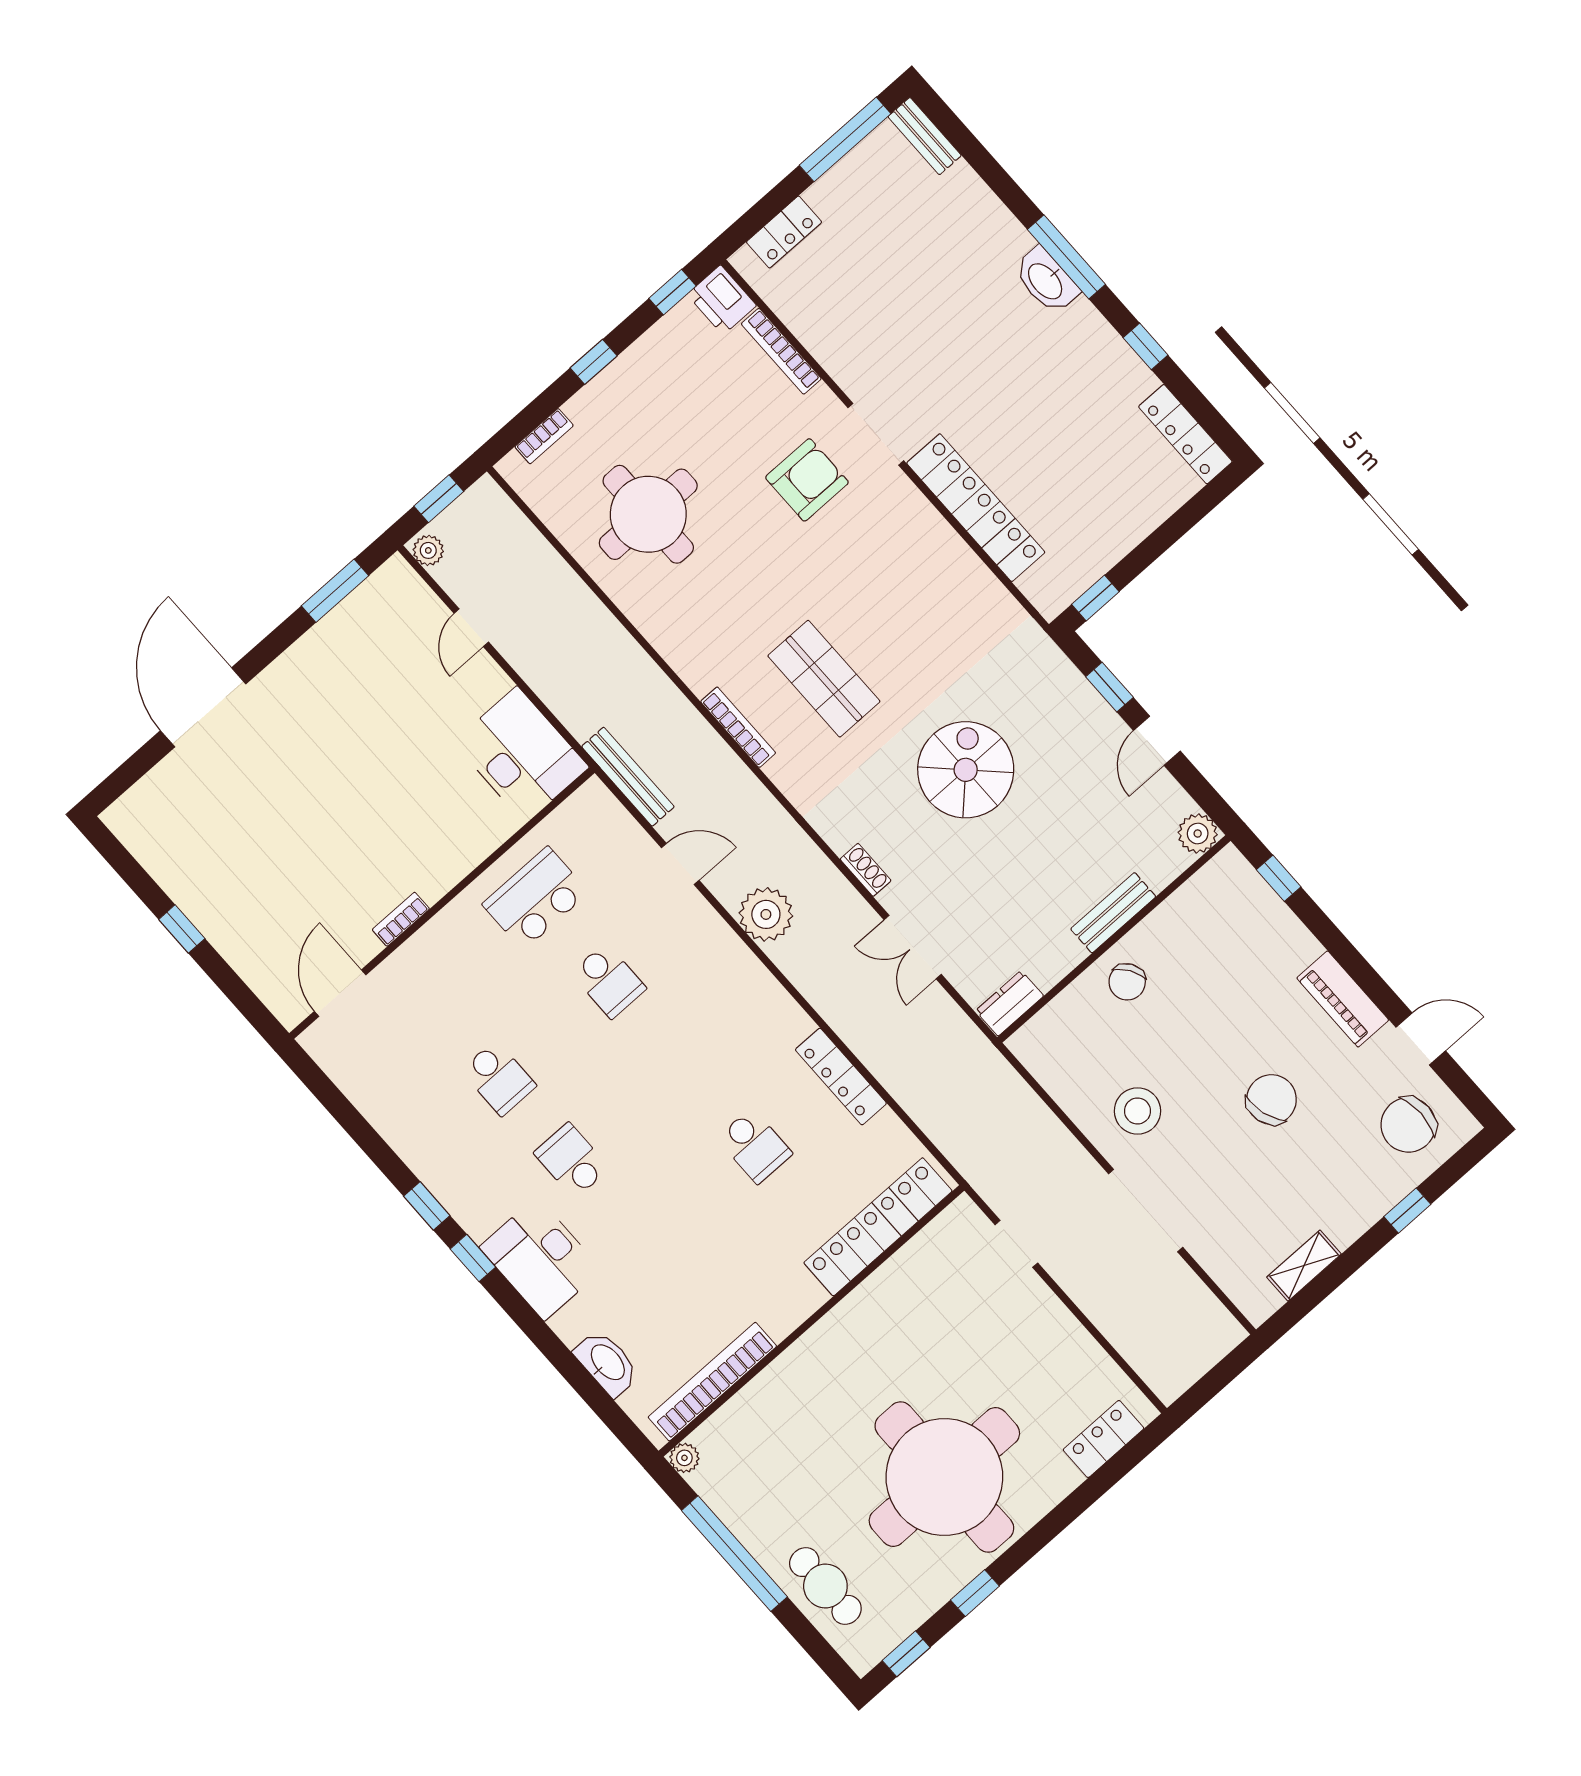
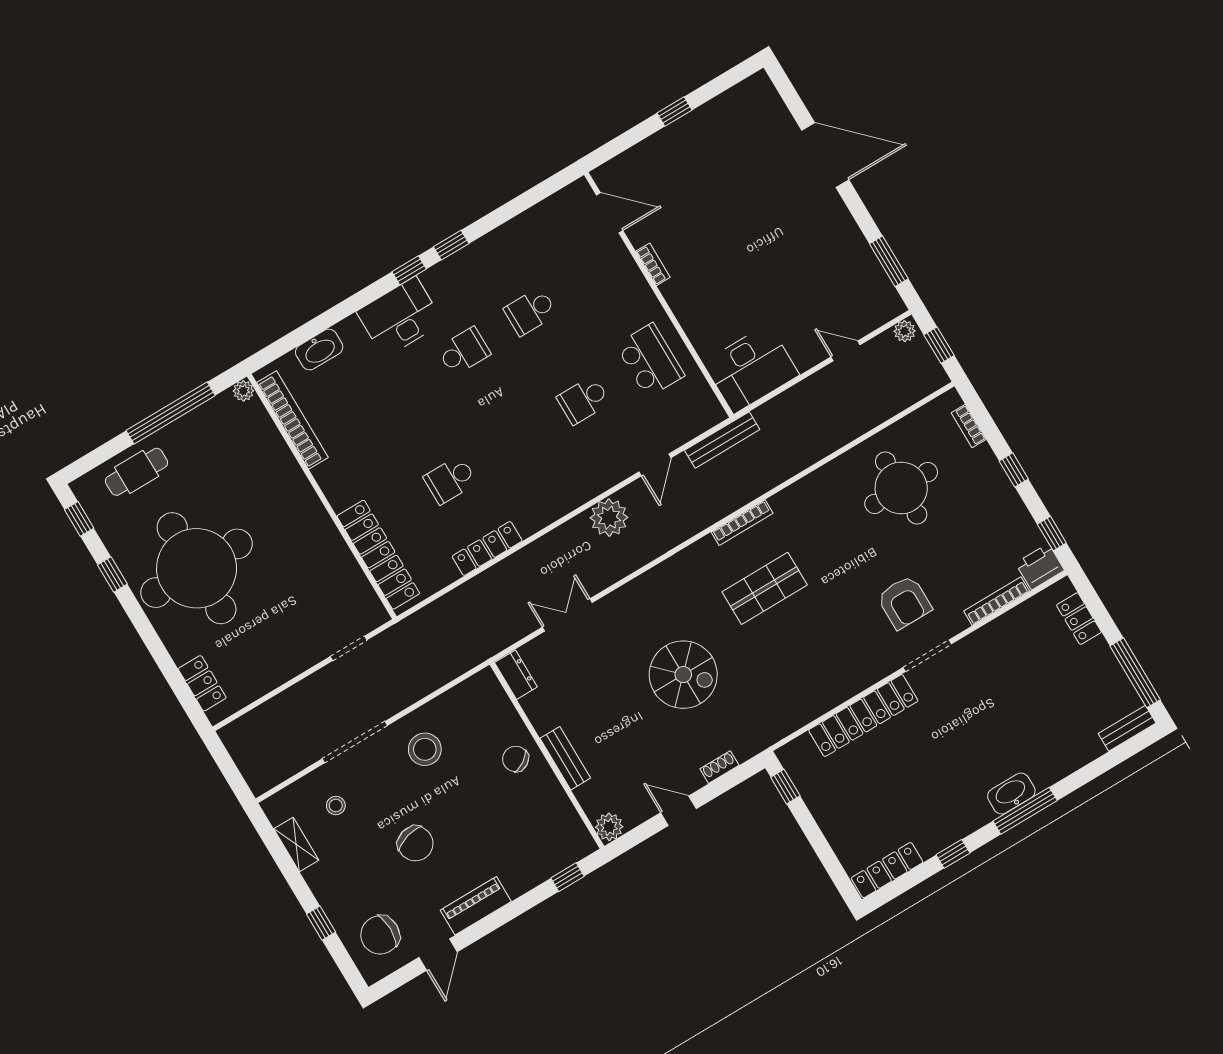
window: (1110, 687) -> (722, 785), removed
shoe rack: (866, 870) -> (719, 767), moved, turned 180
chair: (1408, 1125) -> (380, 935), turned -90
stool: (1239, 1221) -> (336, 805), added

